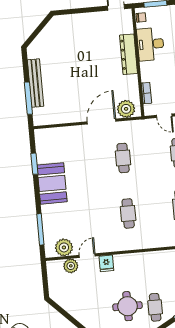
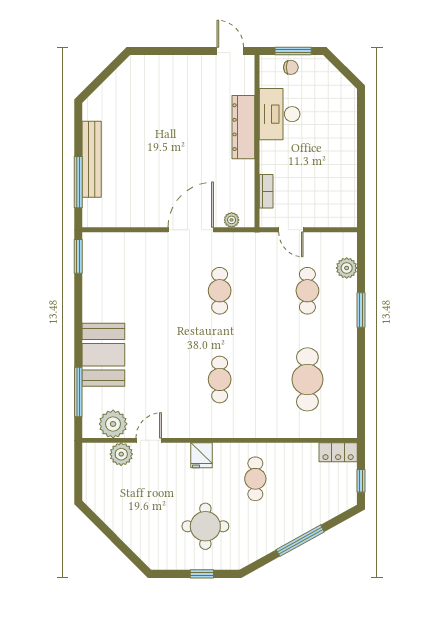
chair: (141, 17) -> (291, 67), moved
plant: (126, 109) -> (232, 220), width x0.53, depth x0.53
window: (34, 164) -> (78, 256), moved
booth: (52, 183) -> (103, 355), moved
fridge: (106, 263) -> (201, 455), moved
cafe table: (155, 307) -> (255, 479), moved

